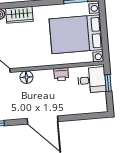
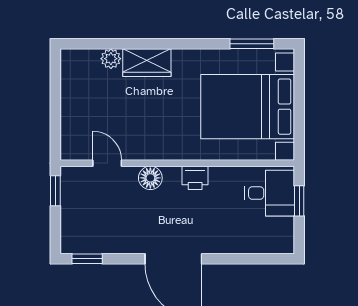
printer: (61, 74) -> (195, 178), moved

